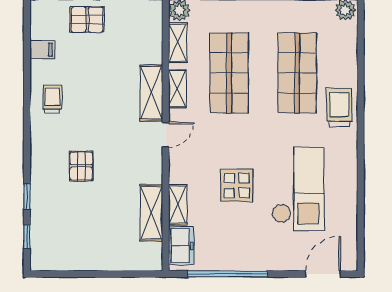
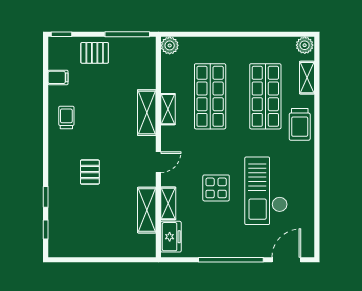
shelving: (178, 43) -> (307, 78), moved
trolley: (339, 107) -> (300, 124), turned 180
door: (166, 135) -> (158, 162), moved
checkout: (298, 189) -> (266, 191), turned 180
window: (228, 274) -> (231, 260), moved

